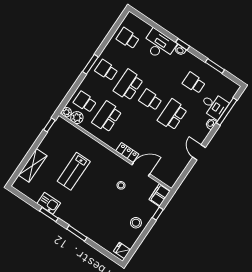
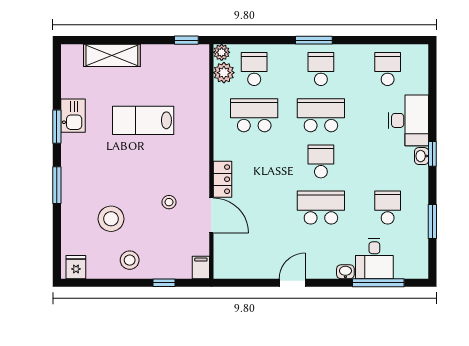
filing cabinet: (160, 195) -> (201, 267), width x0.50
stool: (110, 218) -> (111, 219), added

